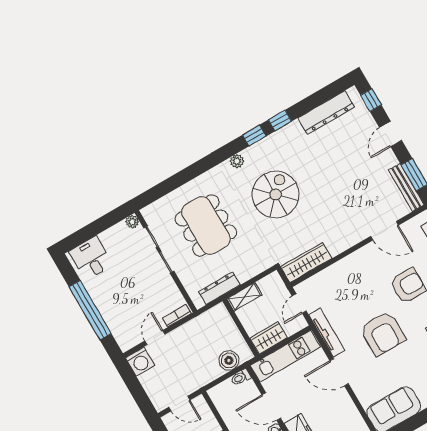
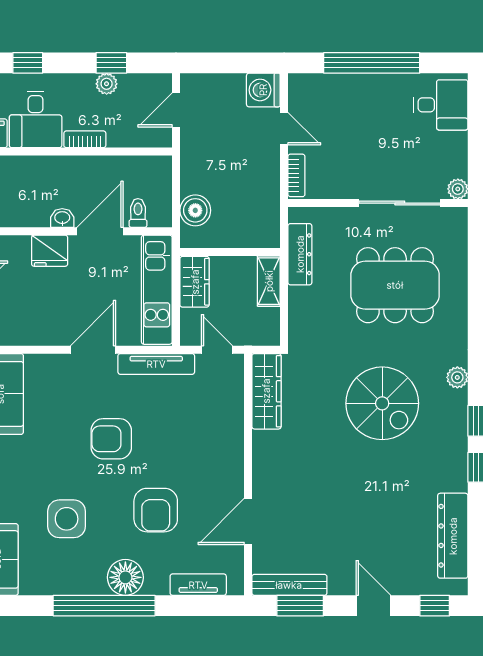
armchair: (383, 333) -> (111, 439), width x0.73, depth x0.73
toilet: (241, 377) -> (138, 213), moved

